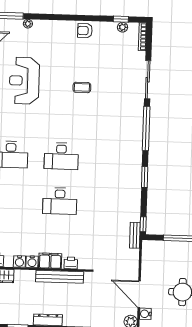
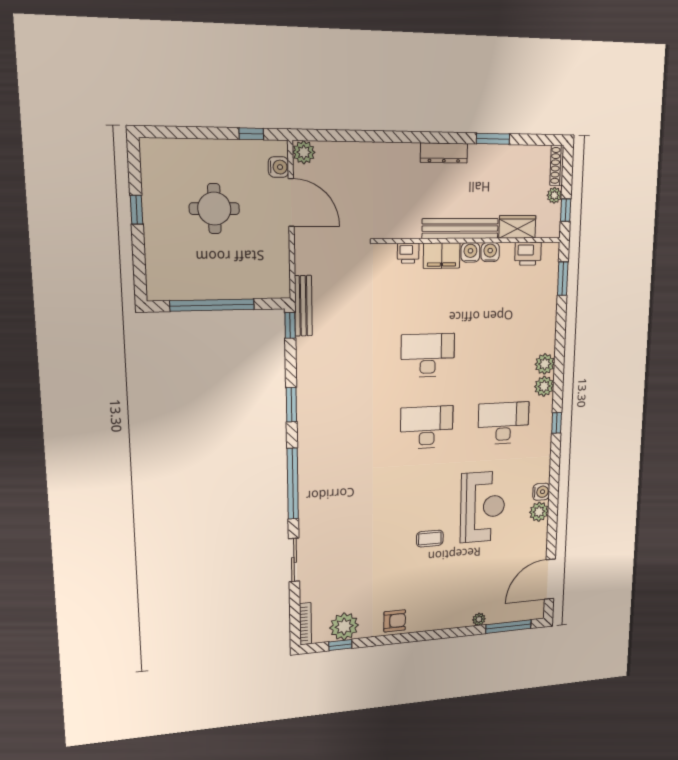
plant: (123, 27) -> (344, 626), width x1.87, depth x1.87
sliding door: (148, 80) -> (294, 560), width x0.73
reception desk: (24, 81) -> (483, 507), moved
coffee table: (82, 87) -> (430, 539), moved
bench: (135, 235) -> (303, 306), width x1.36
bench: (60, 277) -> (460, 229), moved

